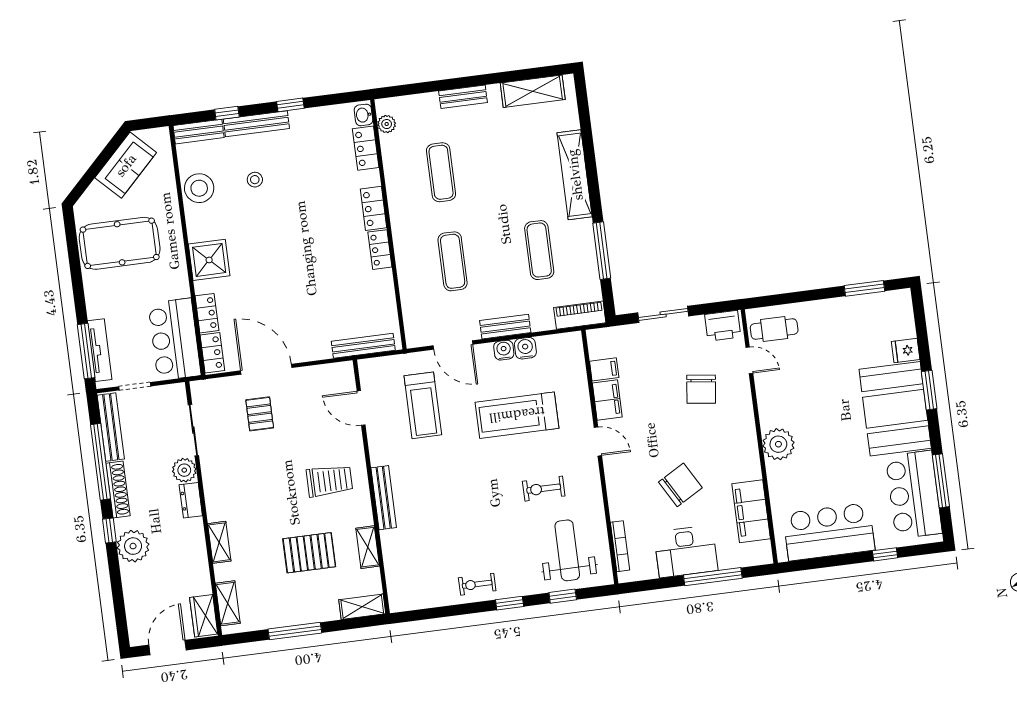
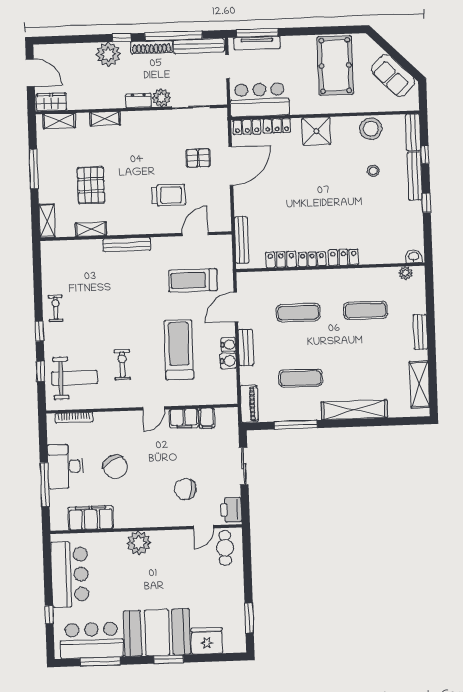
locker: (366, 148) -> (281, 260), moved
fridge: (906, 351) -> (207, 641), width x1.88, depth x1.34
trolley: (329, 481) -> (169, 195), moved, turned -90

